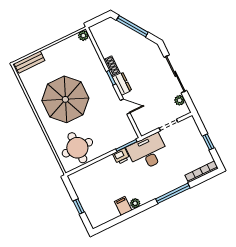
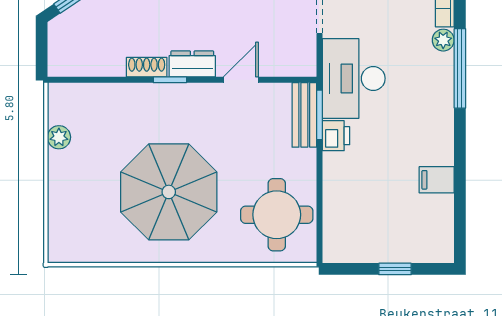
plant: (83, 36) -> (59, 137), moved
bench: (29, 62) -> (304, 115), moved
plant: (135, 203) -> (443, 40), moved

